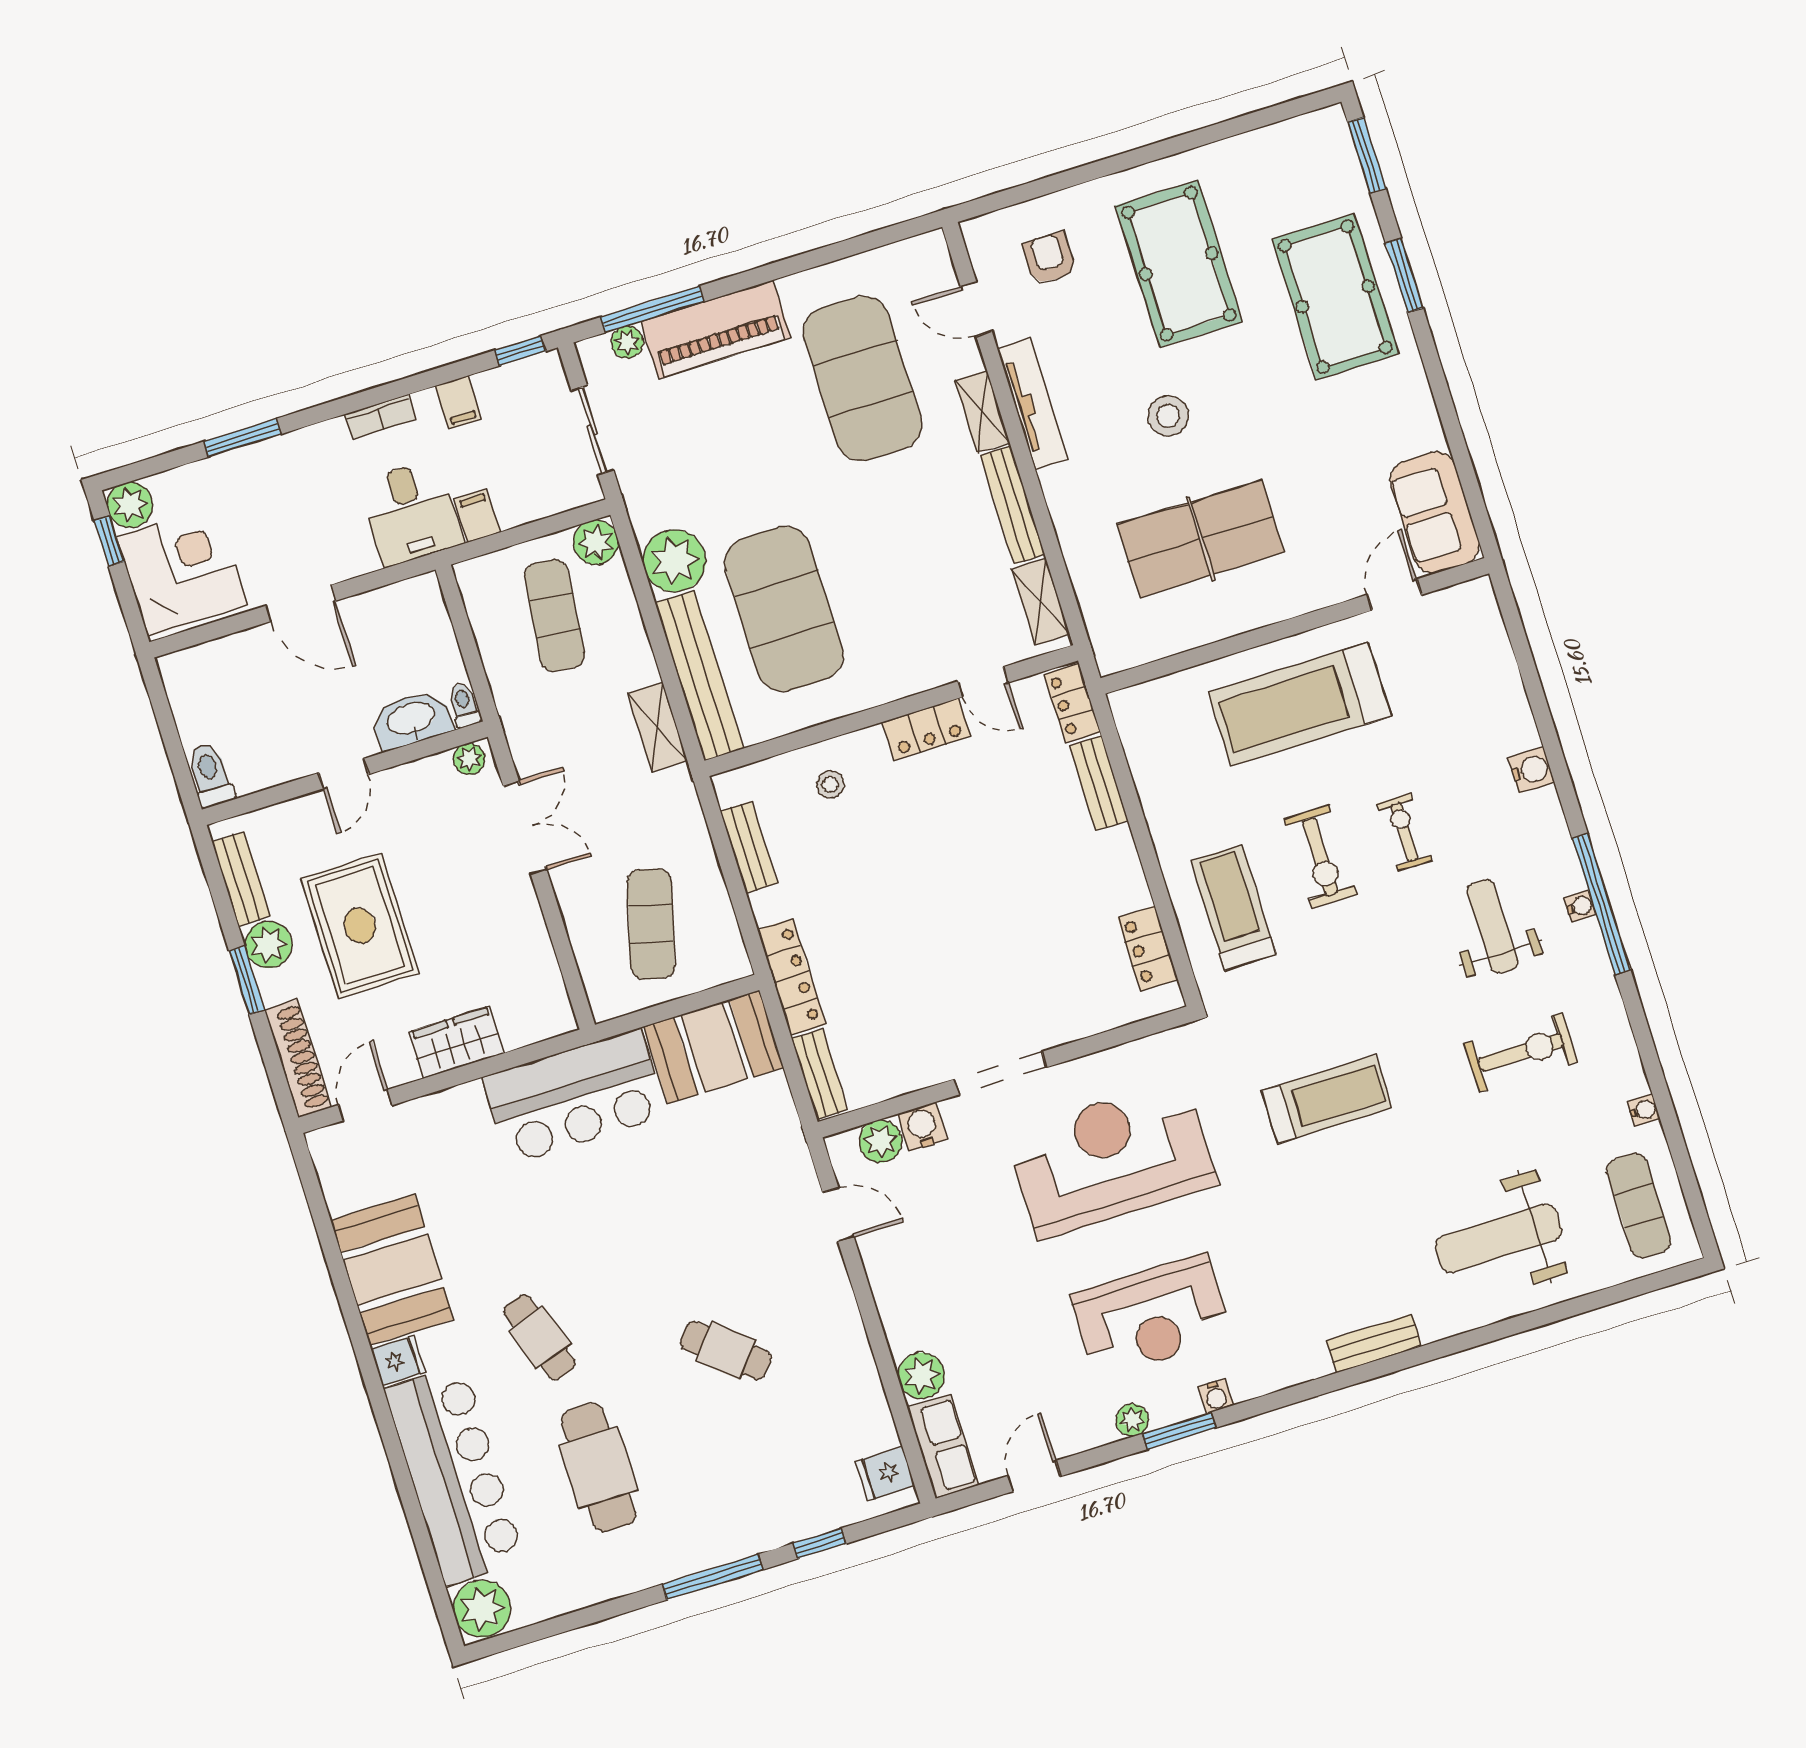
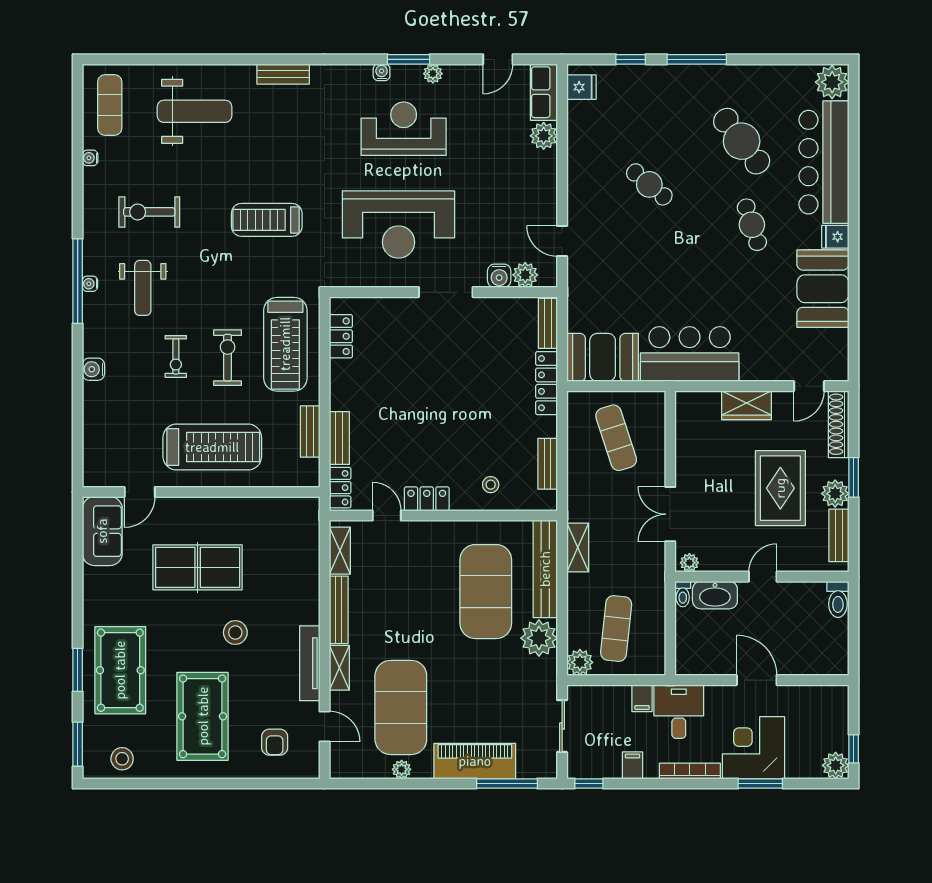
stool: (1287, 154) -> (122, 759), added
plant: (627, 342) -> (402, 769), moved
bookcase: (381, 417) -> (690, 771), width x1.56
table tennis table: (1201, 539) -> (198, 567), moved
corner desk: (182, 571) -> (753, 748), moved, turned 90
bench: (1149, 779) -> (310, 432), added
treadmill: (1233, 908) -> (285, 344), width x1.37, depth x1.38
exercise mat: (651, 924) -> (616, 438), turned -33
cafe table: (598, 1467) -> (742, 141), turned -37

